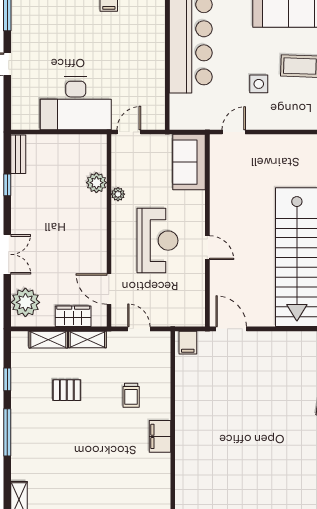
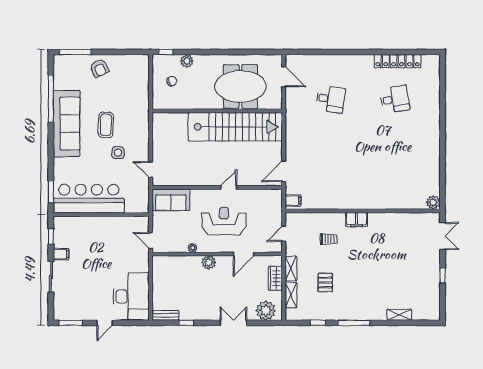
desk: (76, 103) -> (131, 296), moved
plant: (96, 183) -> (209, 262), moved
door: (109, 289) -> (244, 254), moved

